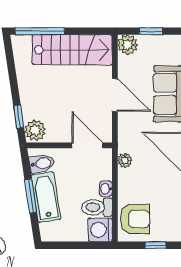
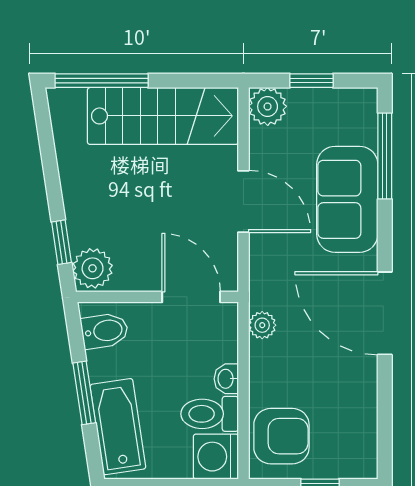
bathtub: (46, 197) -> (118, 427), moved

